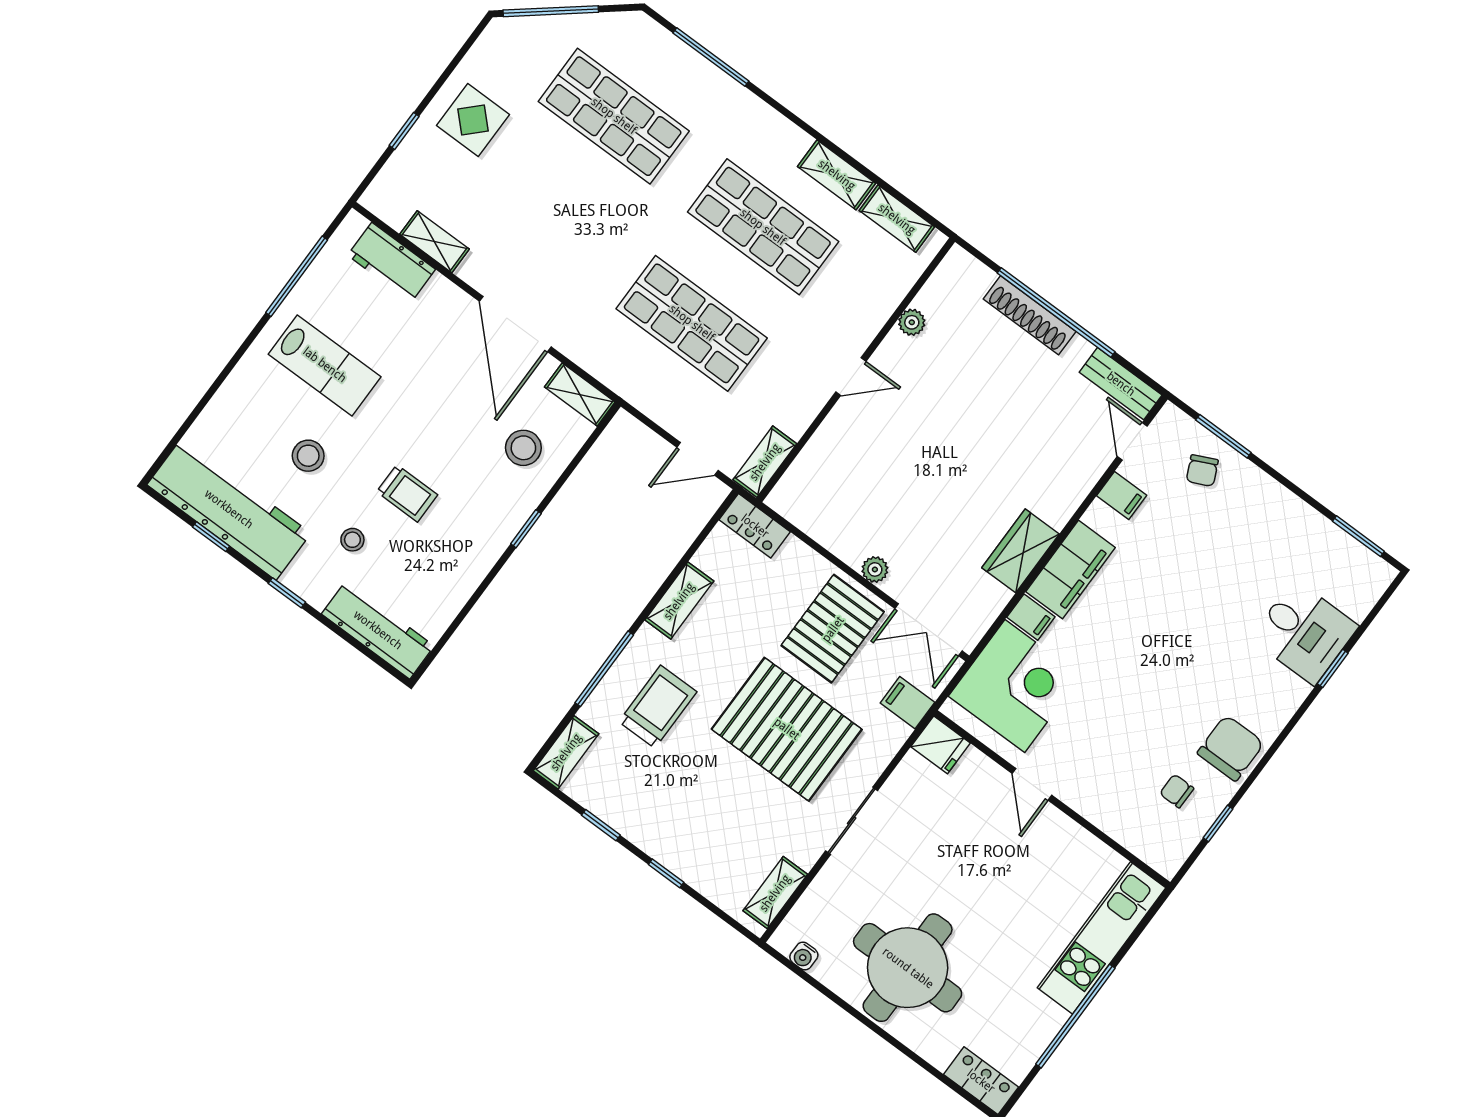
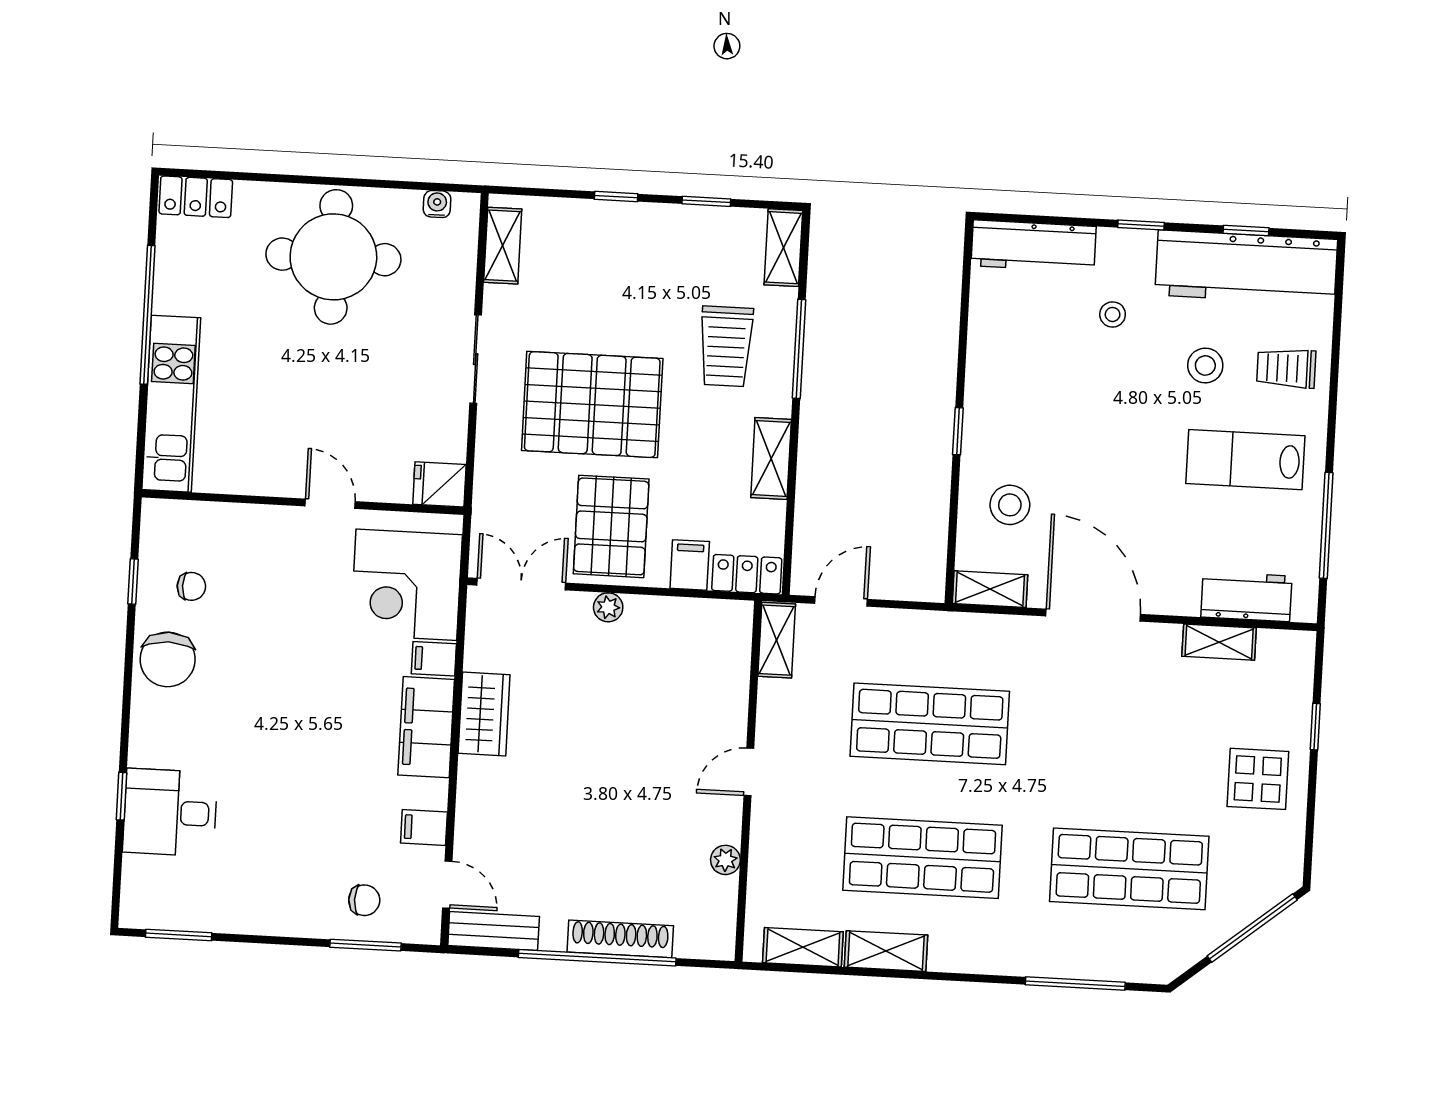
chair: (1202, 471) -> (364, 900), turned 115
trolley: (407, 493) -> (1286, 368), moved
filing cabinet: (907, 703) -> (690, 565), moved, turned -90

